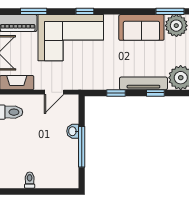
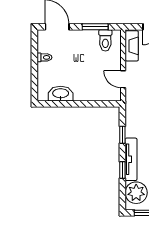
washbasin: (73, 131) -> (61, 94), moved, width x1.91, depth x1.45
window: (82, 147) -> (74, 104), removed

